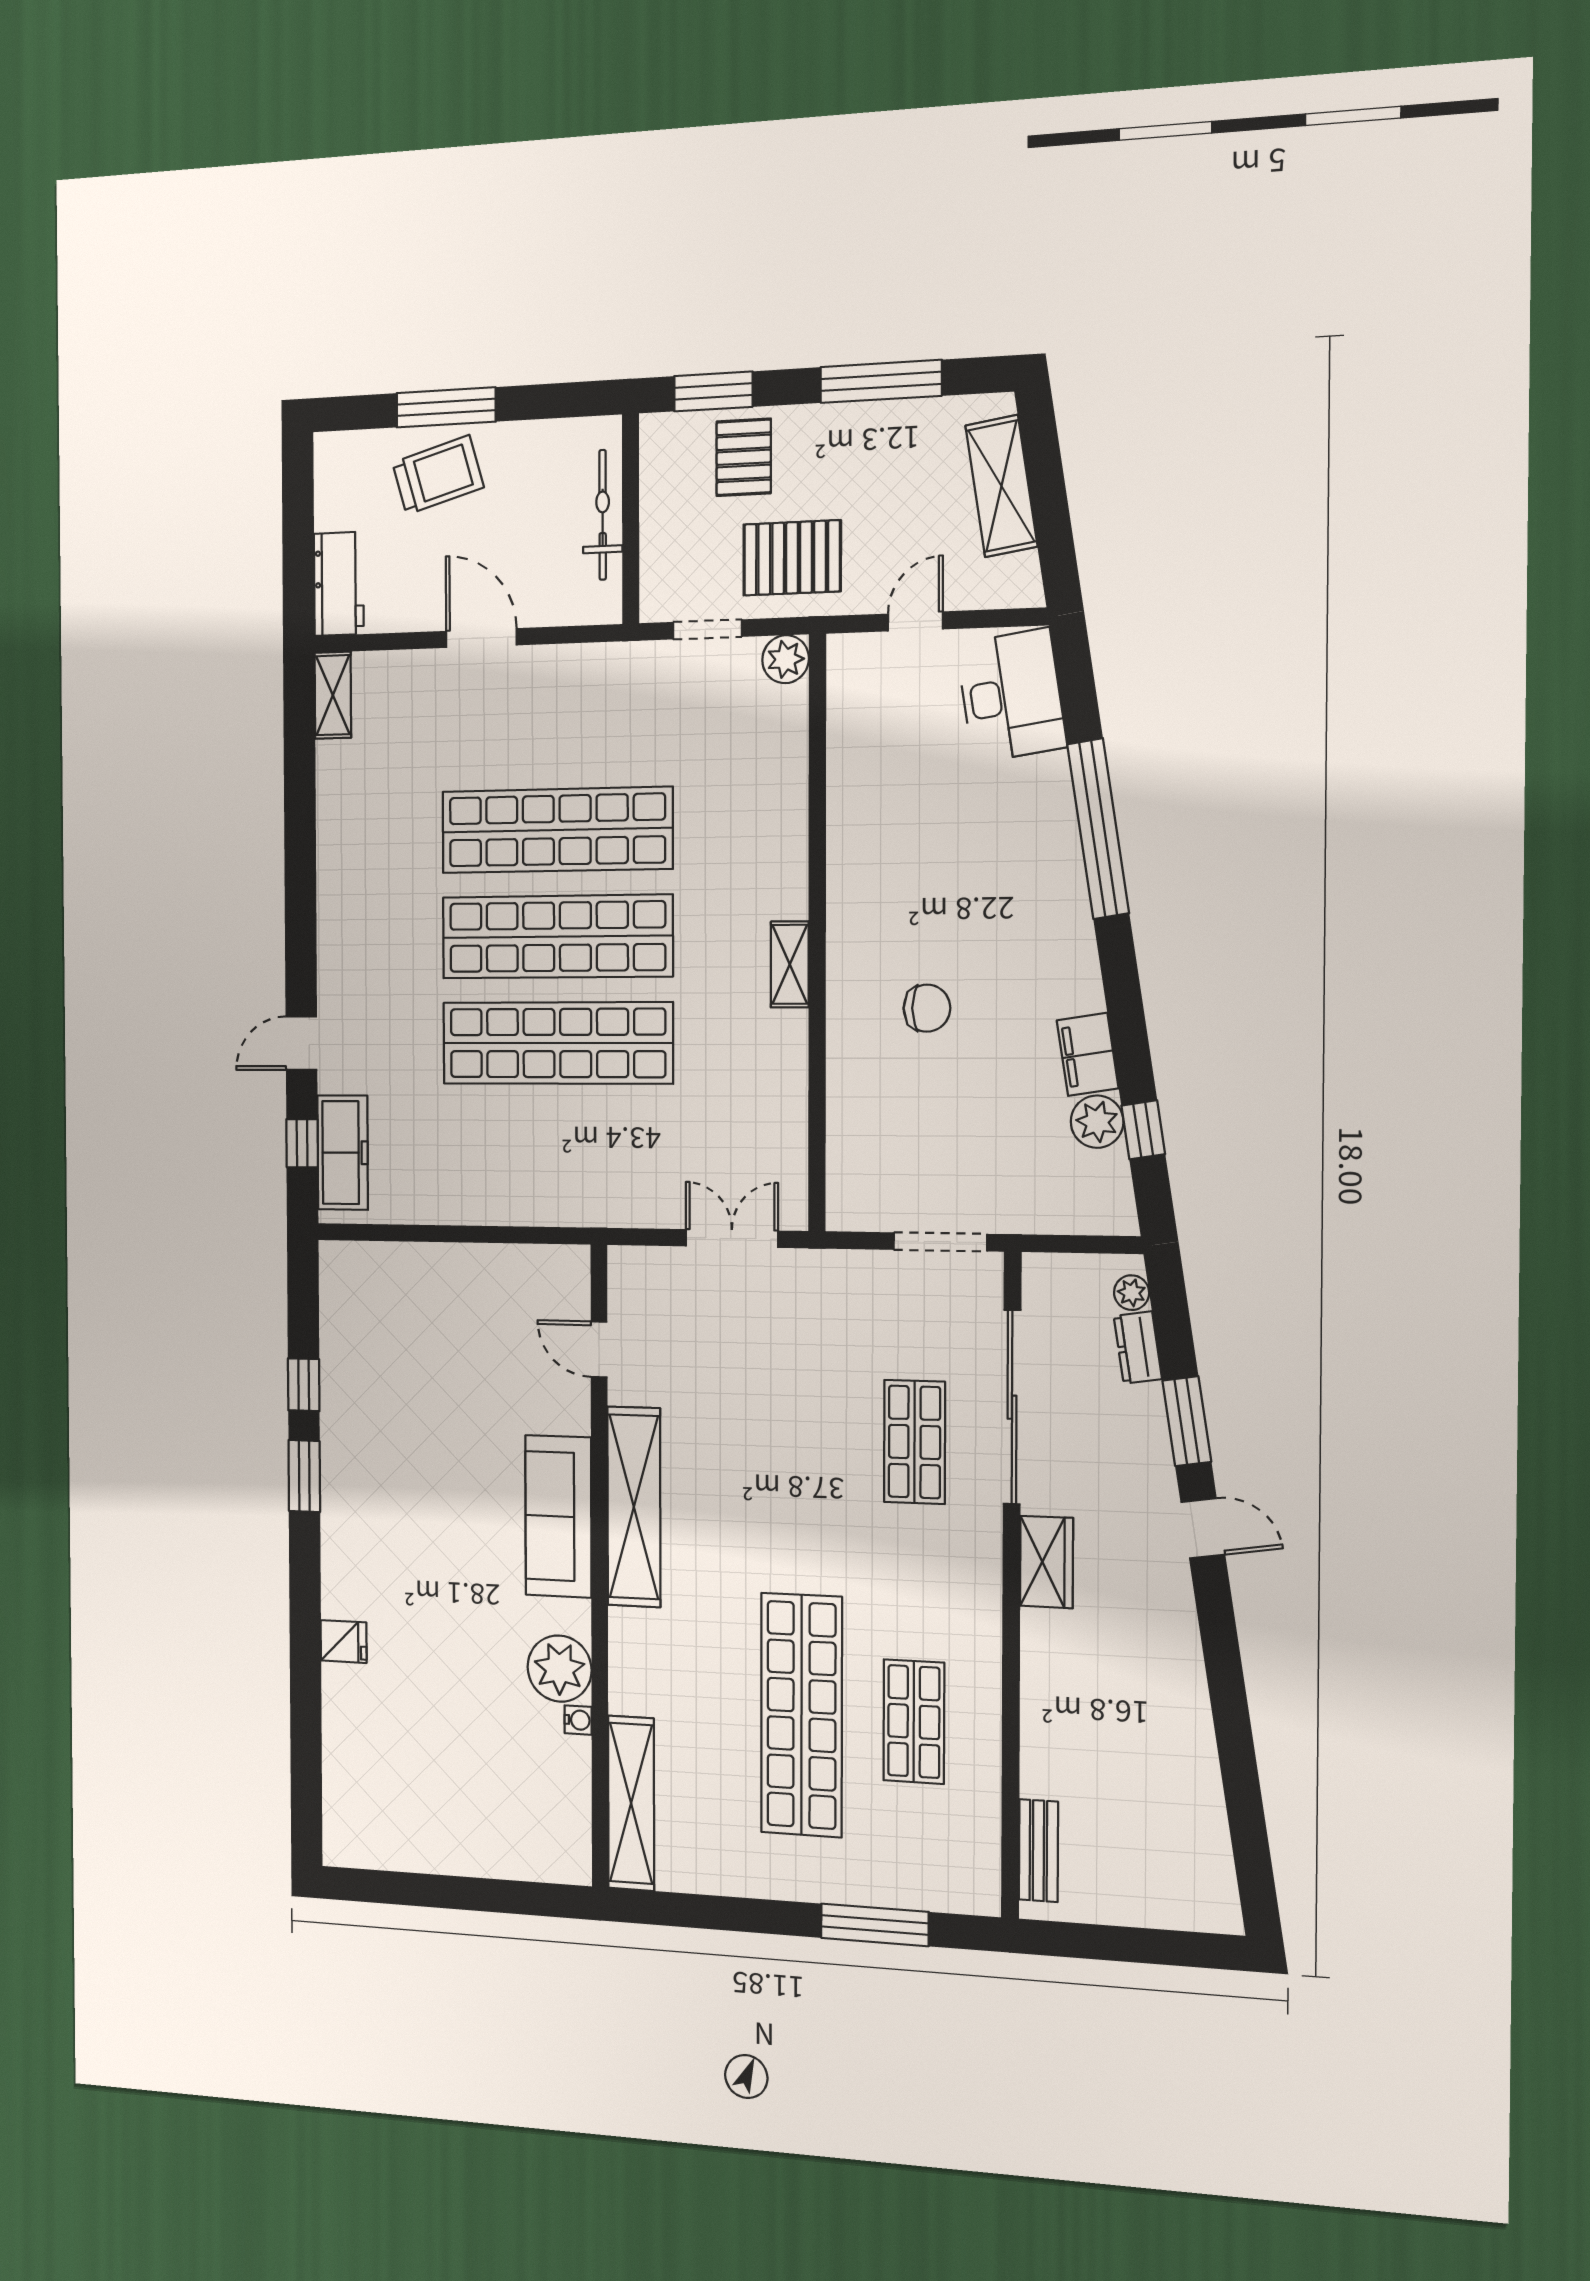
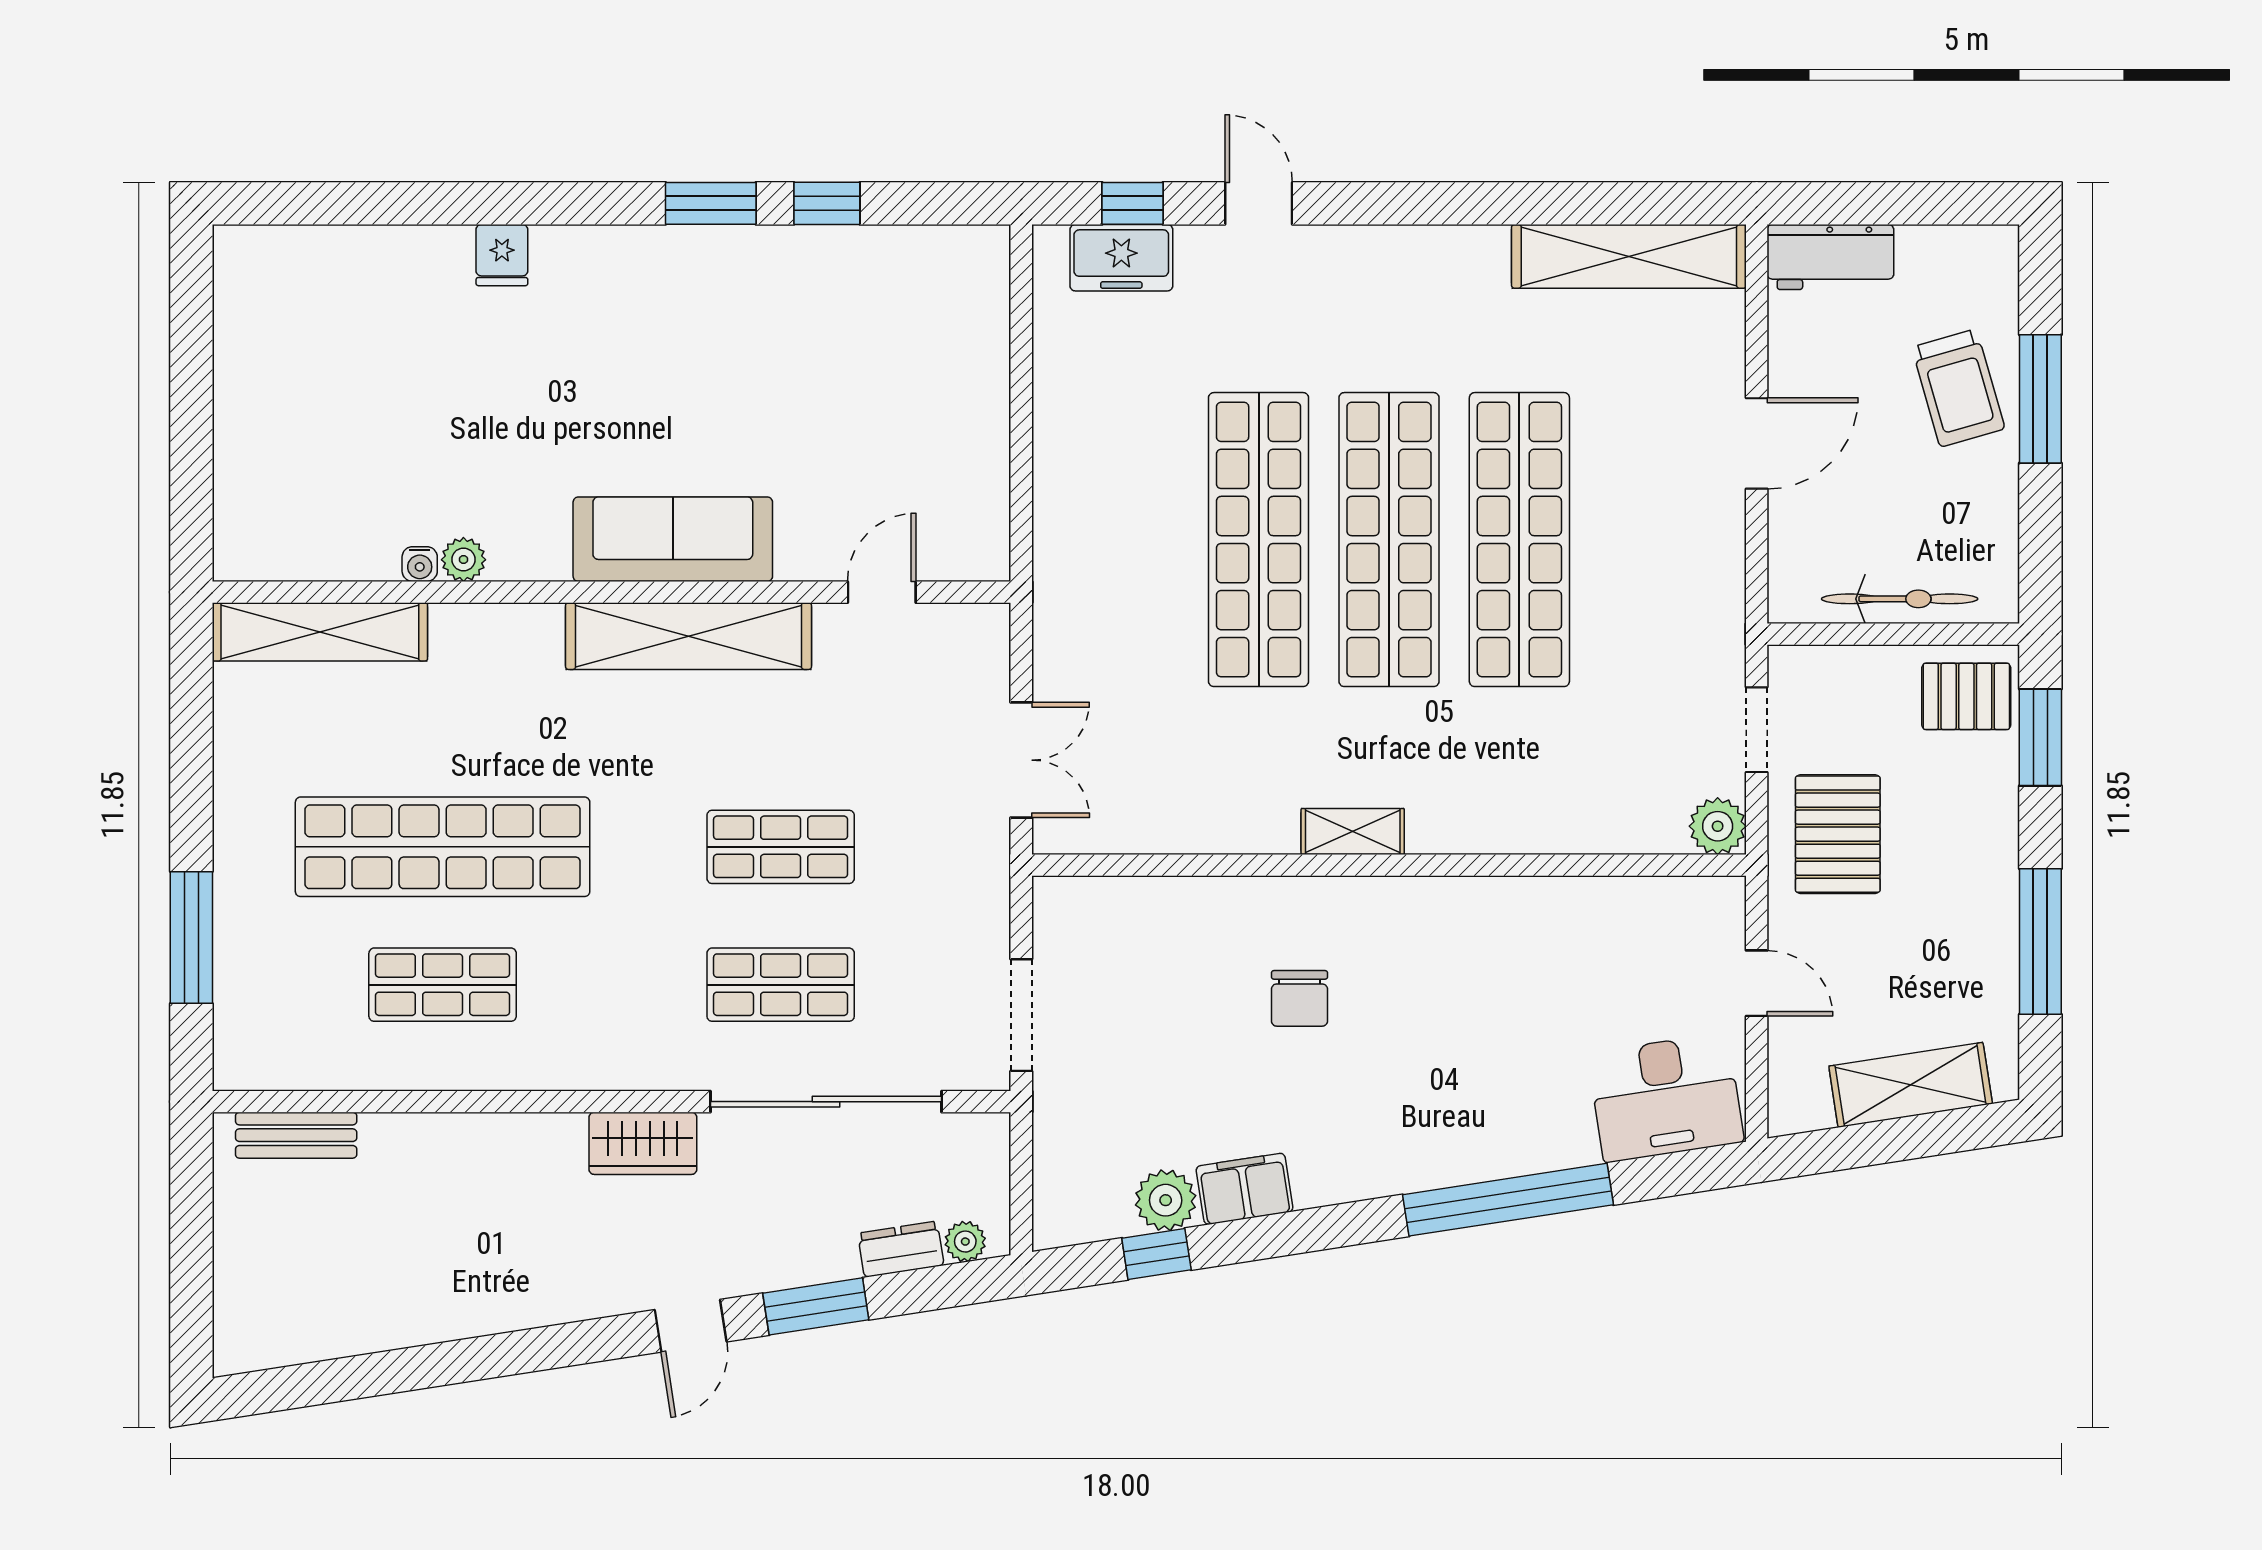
pallet: (744, 457) -> (1966, 696), moved
shelving: (333, 695) -> (1629, 256), width x2.20, depth x1.33
freezer: (343, 1153) -> (1121, 258), width x0.71
shop shelf: (802, 1438) -> (781, 847), added
plant: (560, 1669) -> (463, 560), width x0.53, depth x0.53

